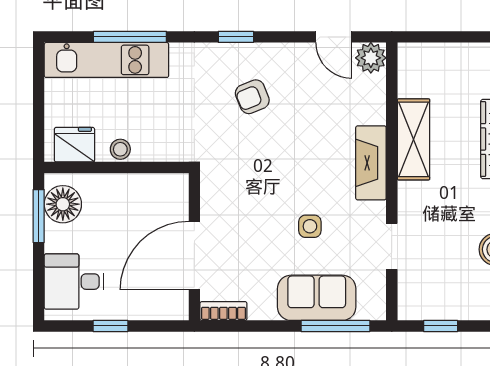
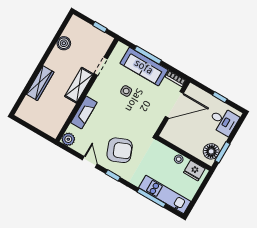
door: (334, 37) -> (90, 162), moved
armchair: (252, 97) -> (120, 150), width x1.88, depth x1.88
shelving: (413, 139) -> (79, 85), moved
fireplace: (371, 163) -> (84, 112), moved
sofa: (317, 298) -> (144, 67), width x1.36
window: (335, 326) -> (148, 55), moved

